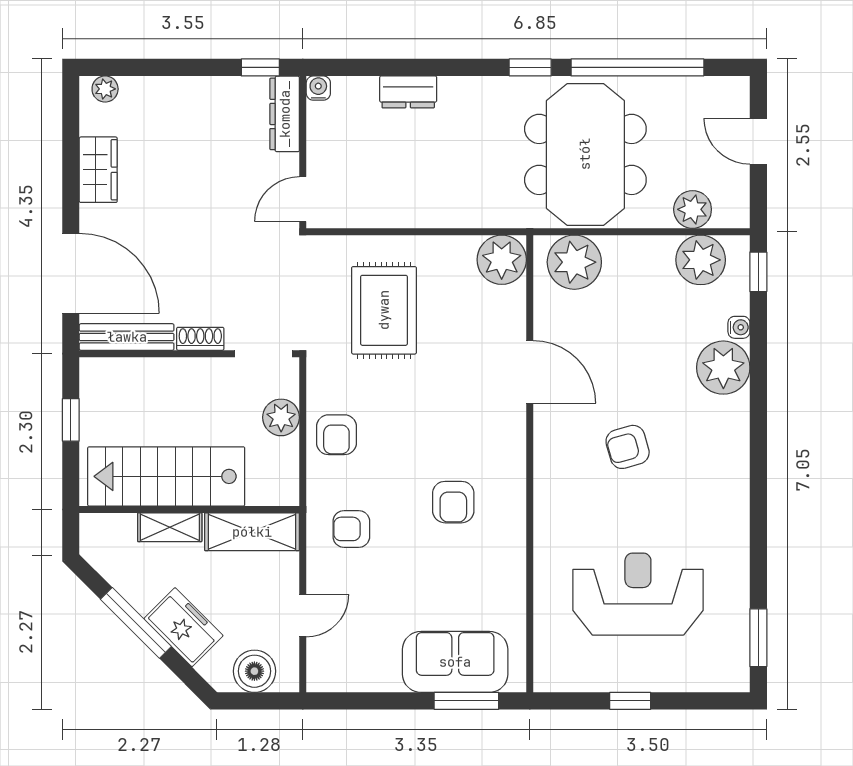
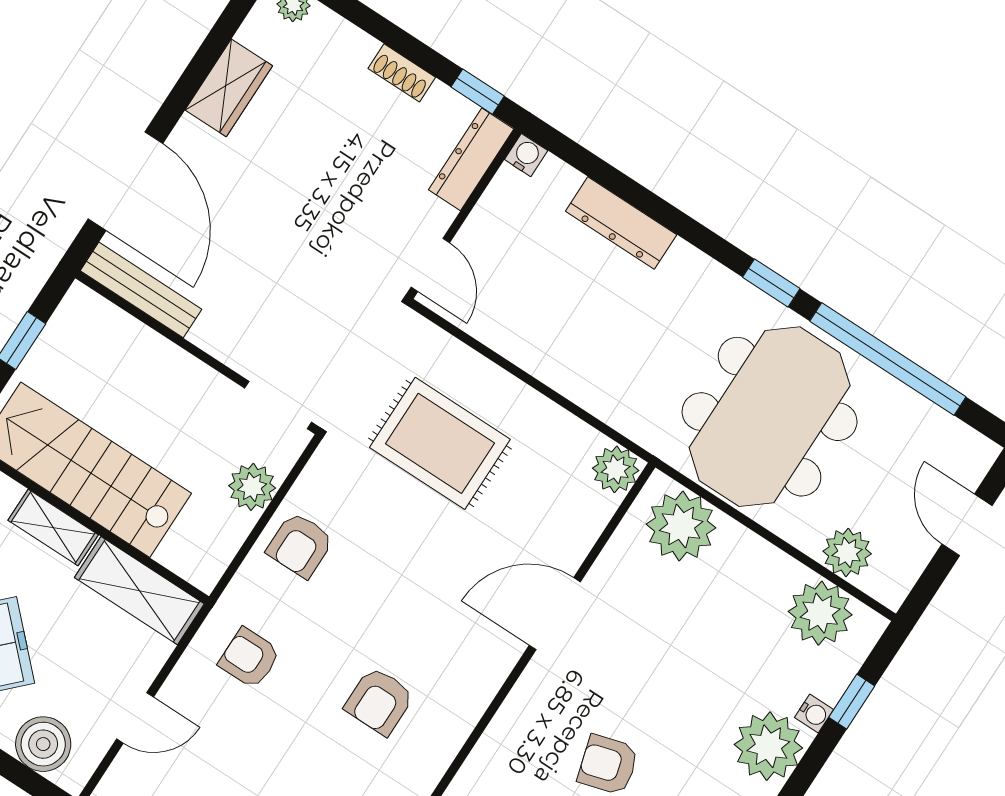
dresser: (408, 92) -> (621, 223), width x1.44
door: (303, 199) -> (430, 265), swing flipped
plant: (502, 260) -> (616, 469), width x0.73, depth x0.73
window: (758, 272) -> (852, 702), moved
rug: (384, 310) -> (440, 443), turned 90
shoe rack: (200, 339) -> (402, 73), moved, turned 180
door: (530, 372) -> (555, 614), swing flipped

